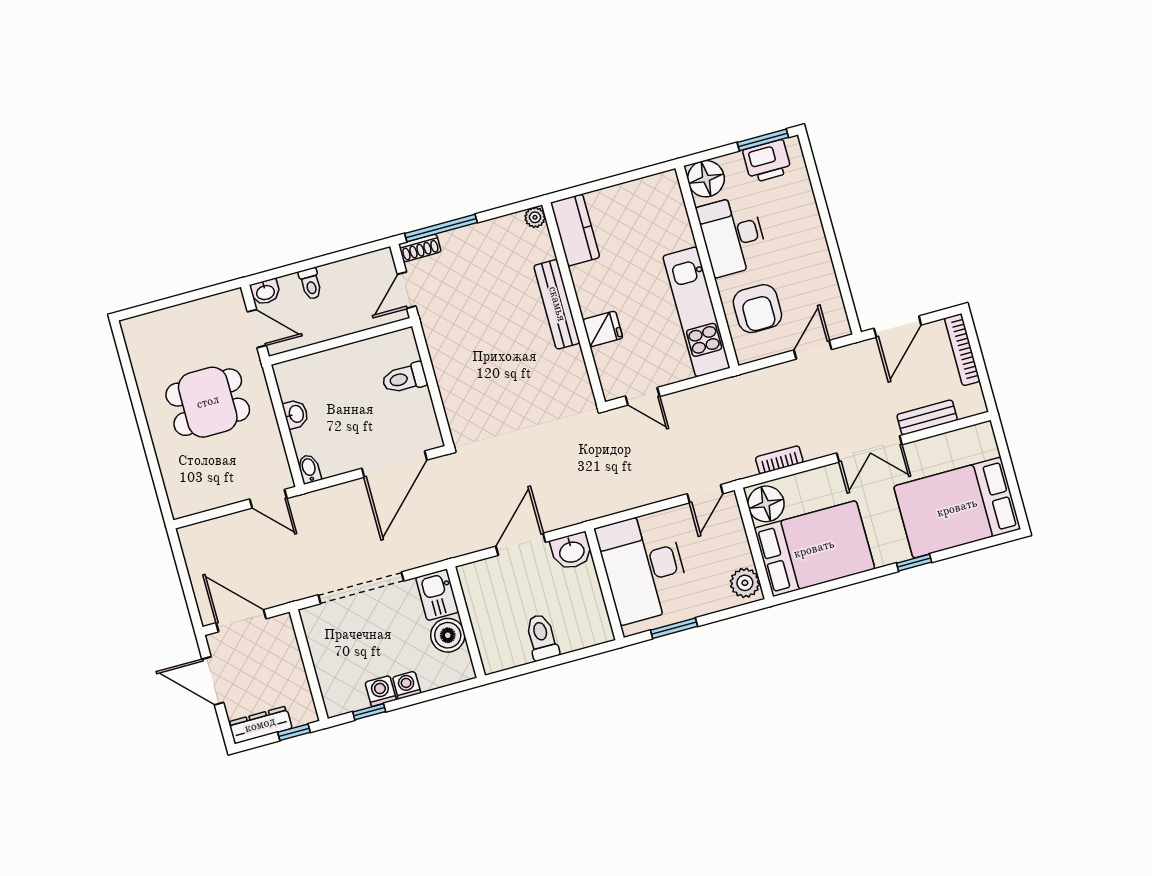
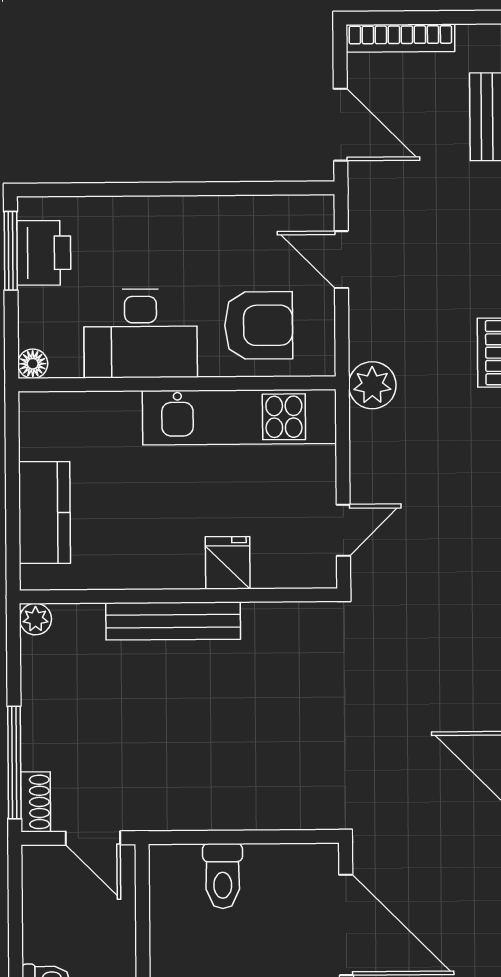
floor lamp: (706, 179) -> (33, 364), width x0.53, depth x0.53
kitchen counter: (575, 230) -> (44, 513), moved, turned 90
plant: (739, 390) -> (372, 385), added

